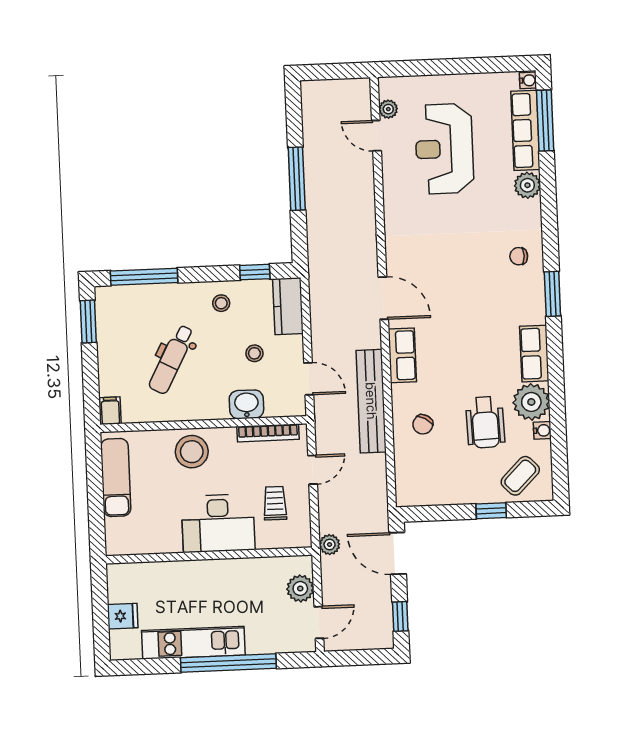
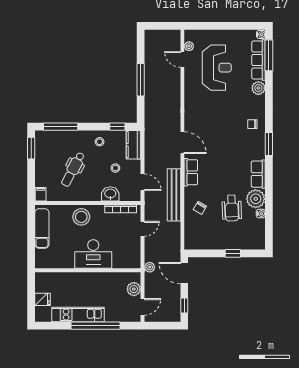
reception desk: (444, 149) -> (217, 68), turned 180
coffee table: (520, 476) -> (249, 236), removed
trolley: (275, 503) -> (123, 245), removed

